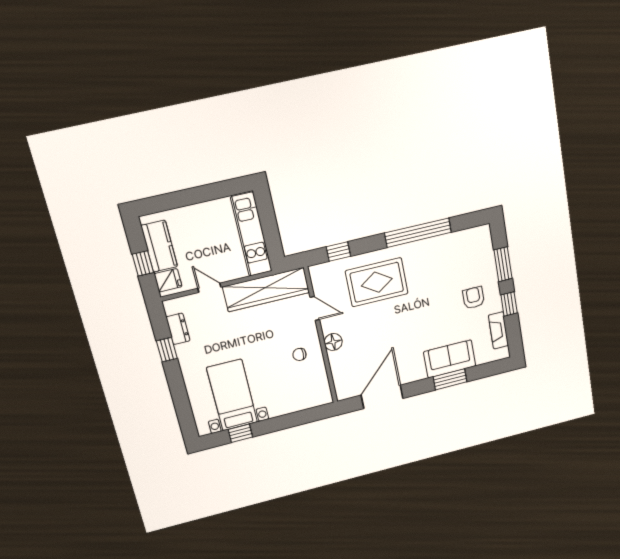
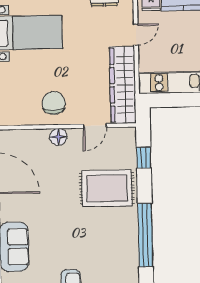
rug: (377, 282) -> (107, 188), turned 90
chair: (299, 354) -> (54, 103), width x1.87, depth x1.87

